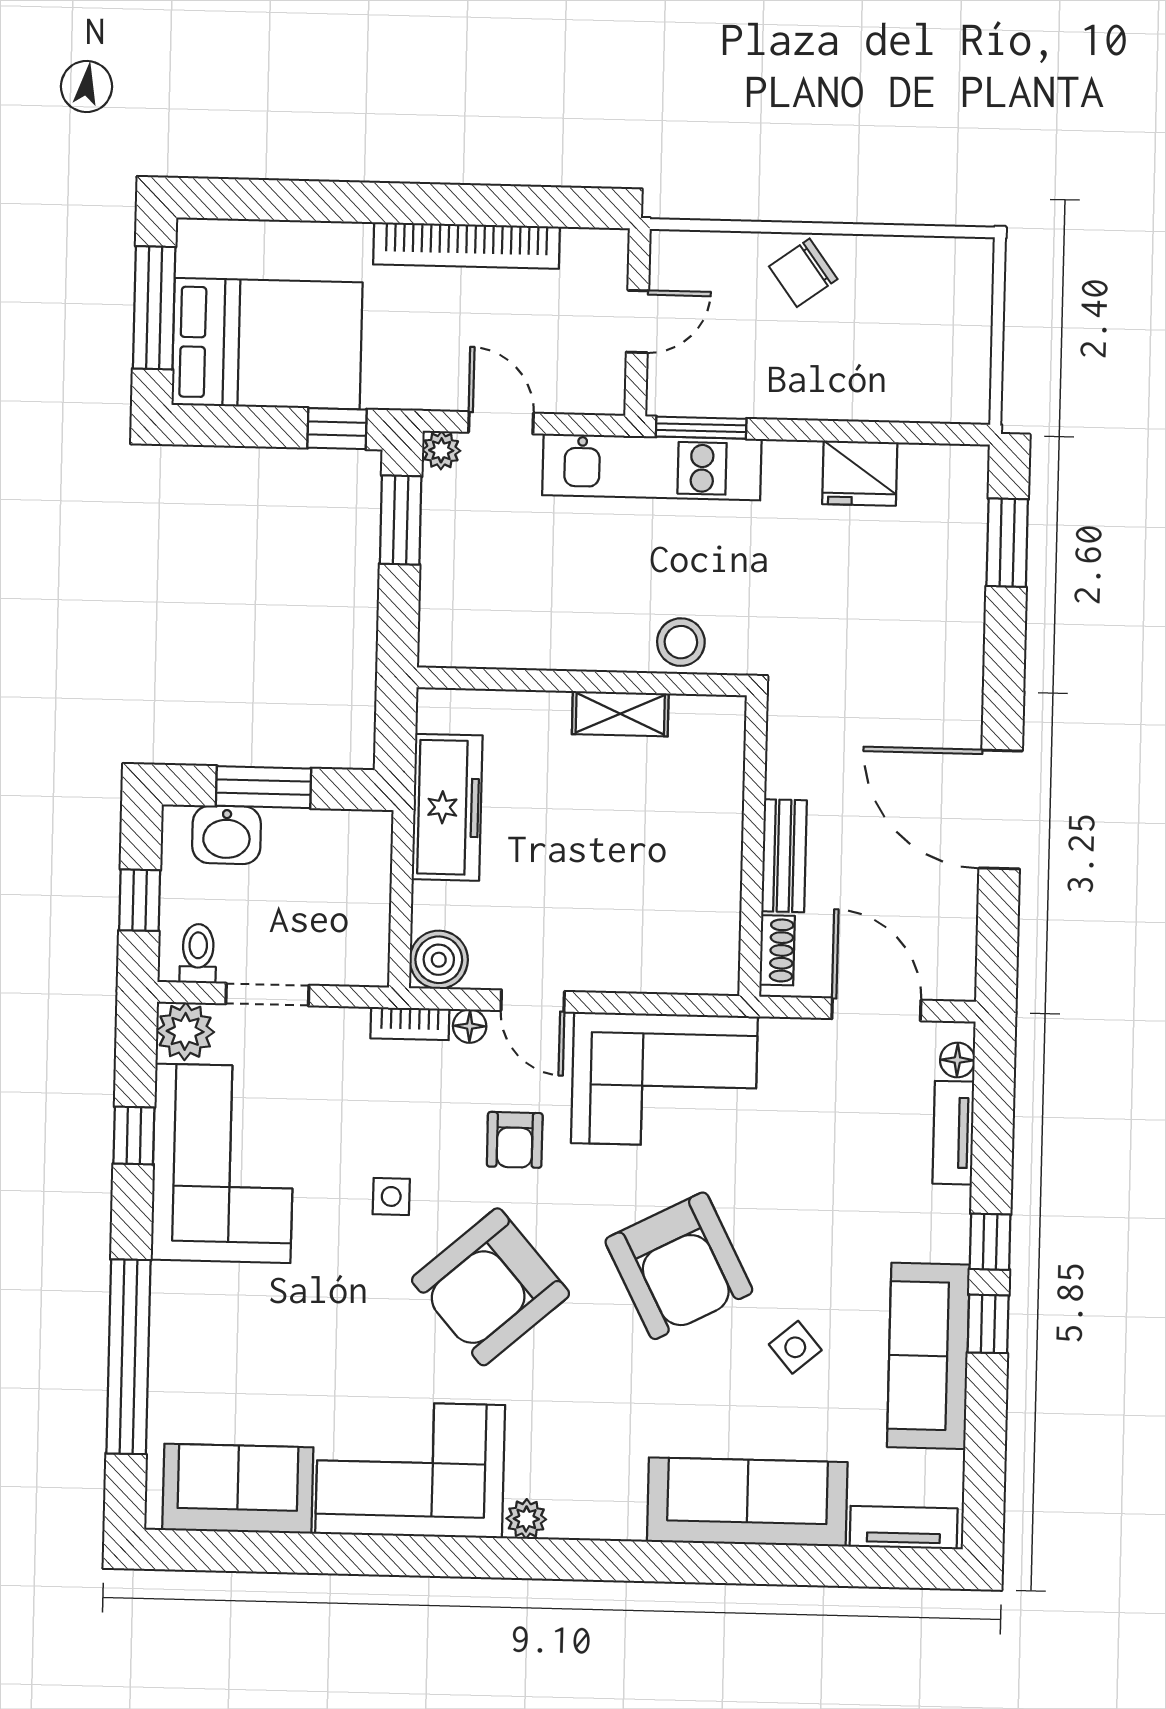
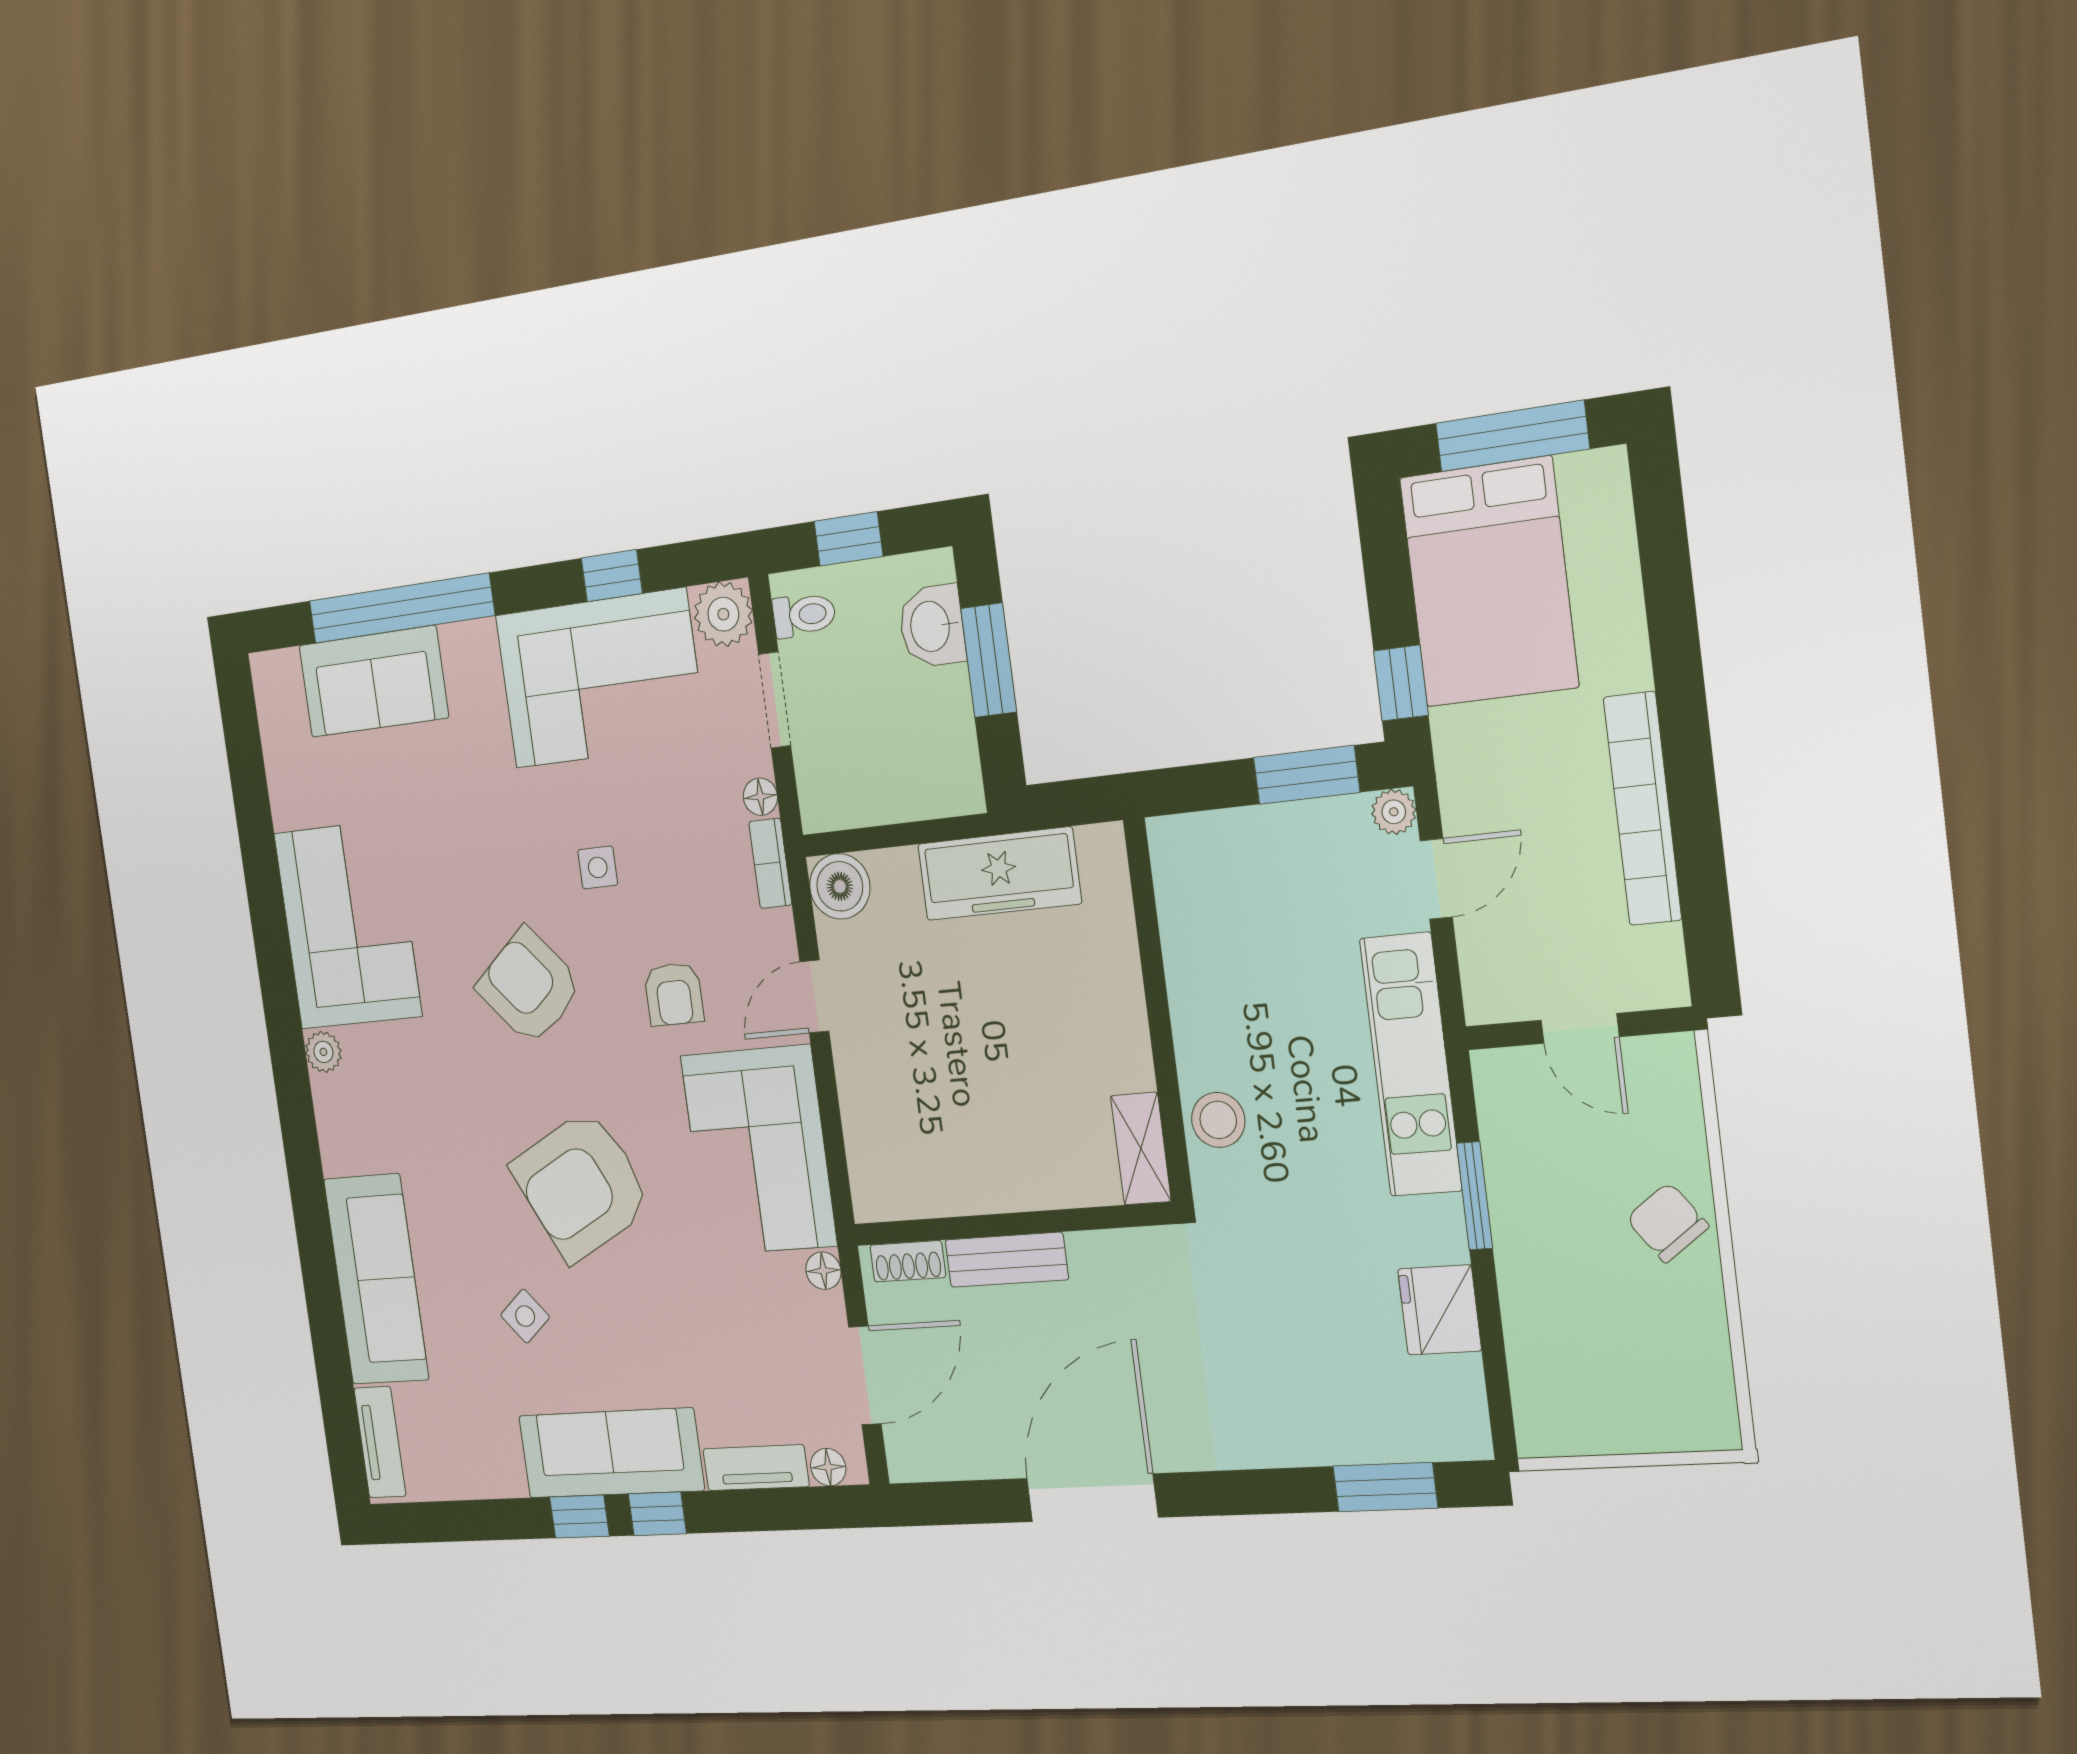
window: (701, 428) -> (1475, 1196), moved
shelving: (620, 714) -> (1141, 1148), moved
floor lamp: (470, 1026) -> (760, 797), moved
floor lamp: (779, 1034) -> (823, 1271), added
armchair: (515, 1140) -> (674, 994), turned -90
armchair: (491, 1287) -> (529, 987), width x0.73, depth x0.73
sofa: (928, 1356) -> (611, 1453), moved
sofa: (238, 1489) -> (373, 681), moved, turned 90

